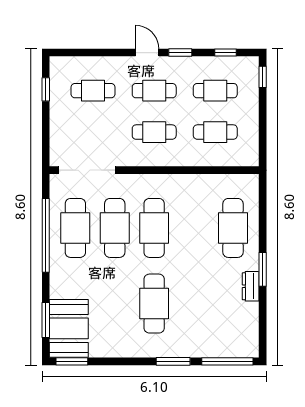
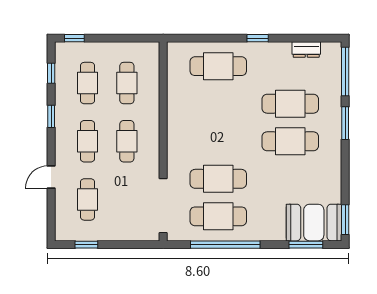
door: (147, 53) -> (51, 177), moved
cafe table: (154, 228) -> (290, 104), moved
window: (263, 269) -> (258, 38), width x0.67
dresser: (251, 286) -> (306, 49), moved

